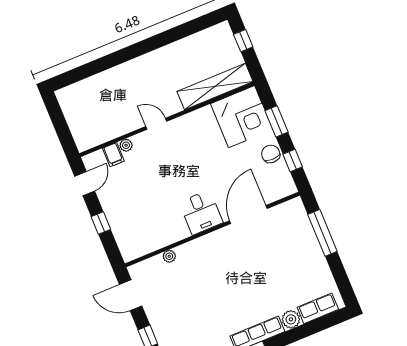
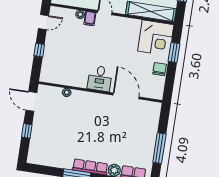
filing cabinet: (113, 155) -> (90, 19), moved
window: (293, 160) -> (170, 80), removed
door: (248, 215) -> (126, 96), hinge flipped
window: (322, 233) -> (159, 148), moved

